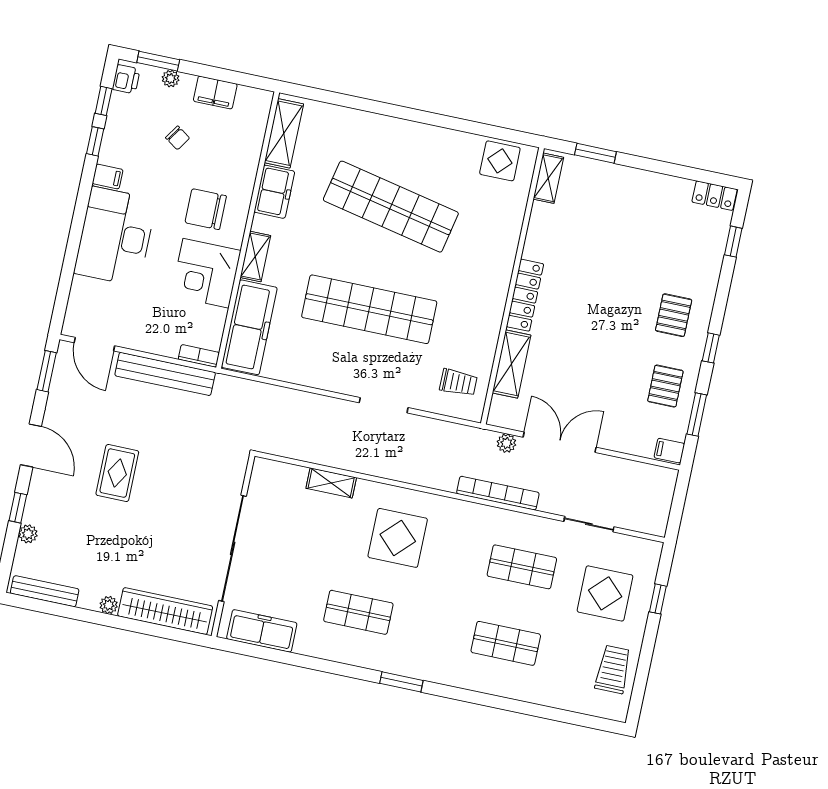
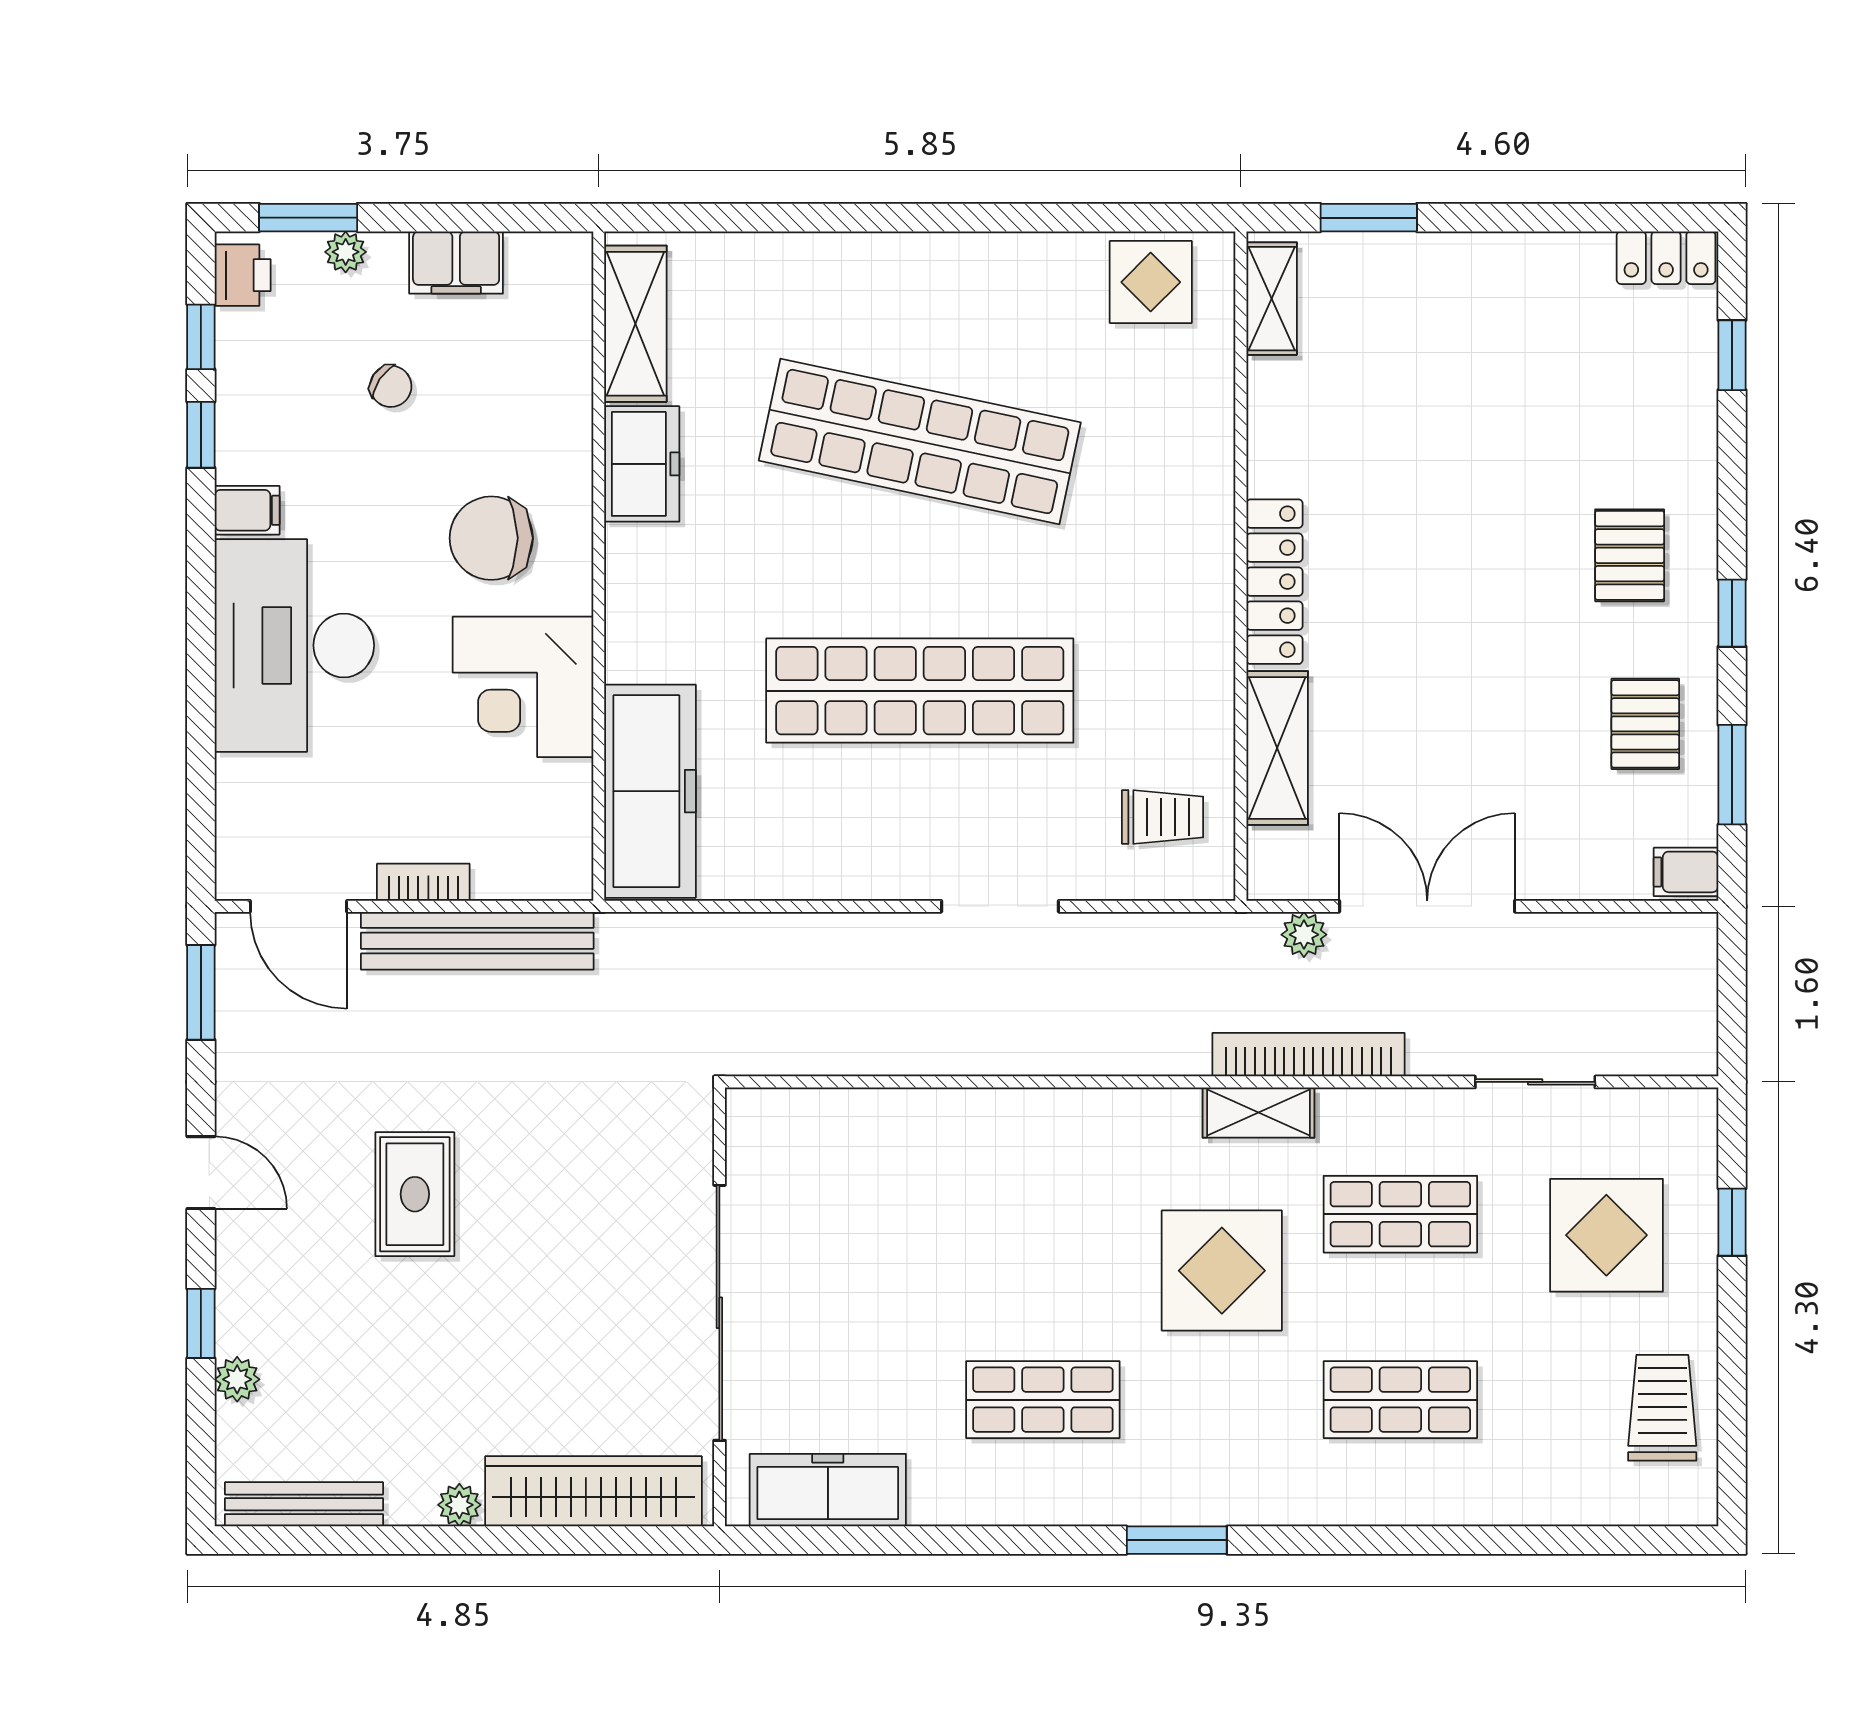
shelving: (255, 257) -> (630, 624), removed
bookcase: (199, 356) -> (423, 882), moved
door: (31, 446) -> (201, 1173), width x0.73
shelving: (331, 483) -> (1258, 1113), moved
display table: (398, 538) -> (1222, 1271), moved

